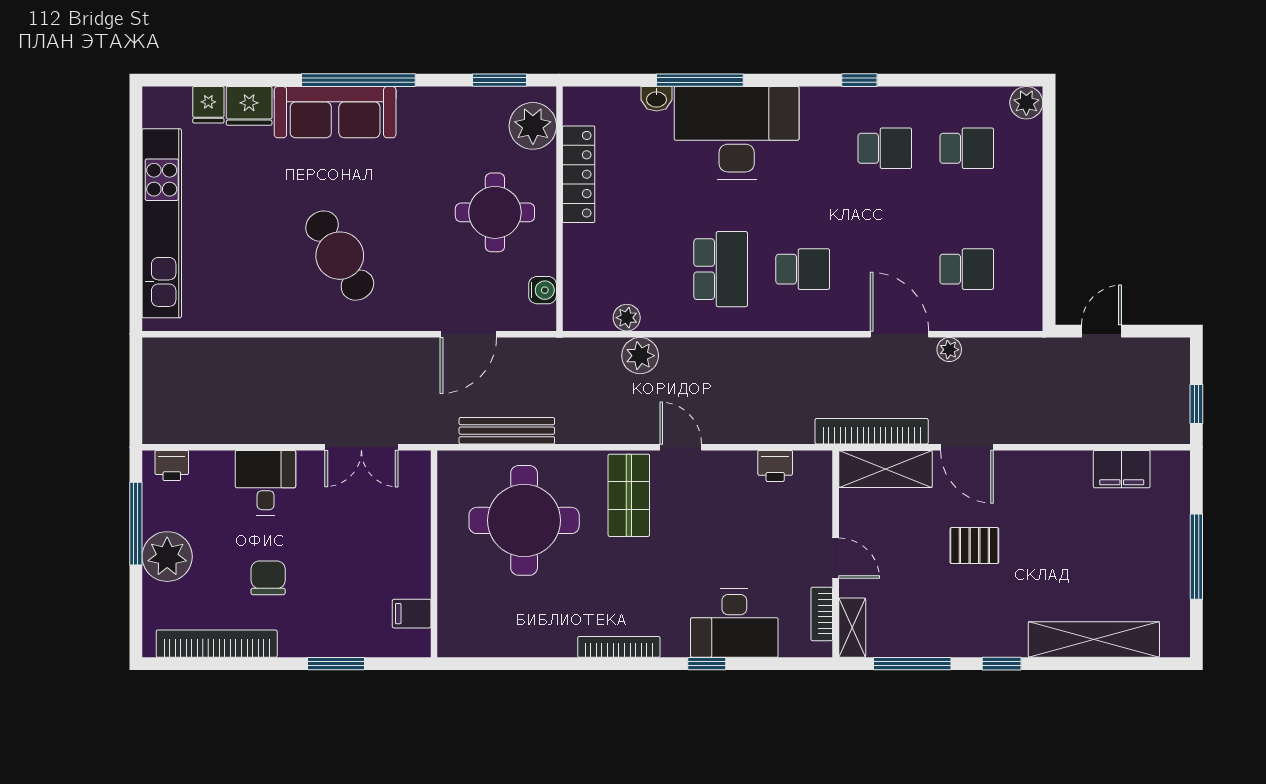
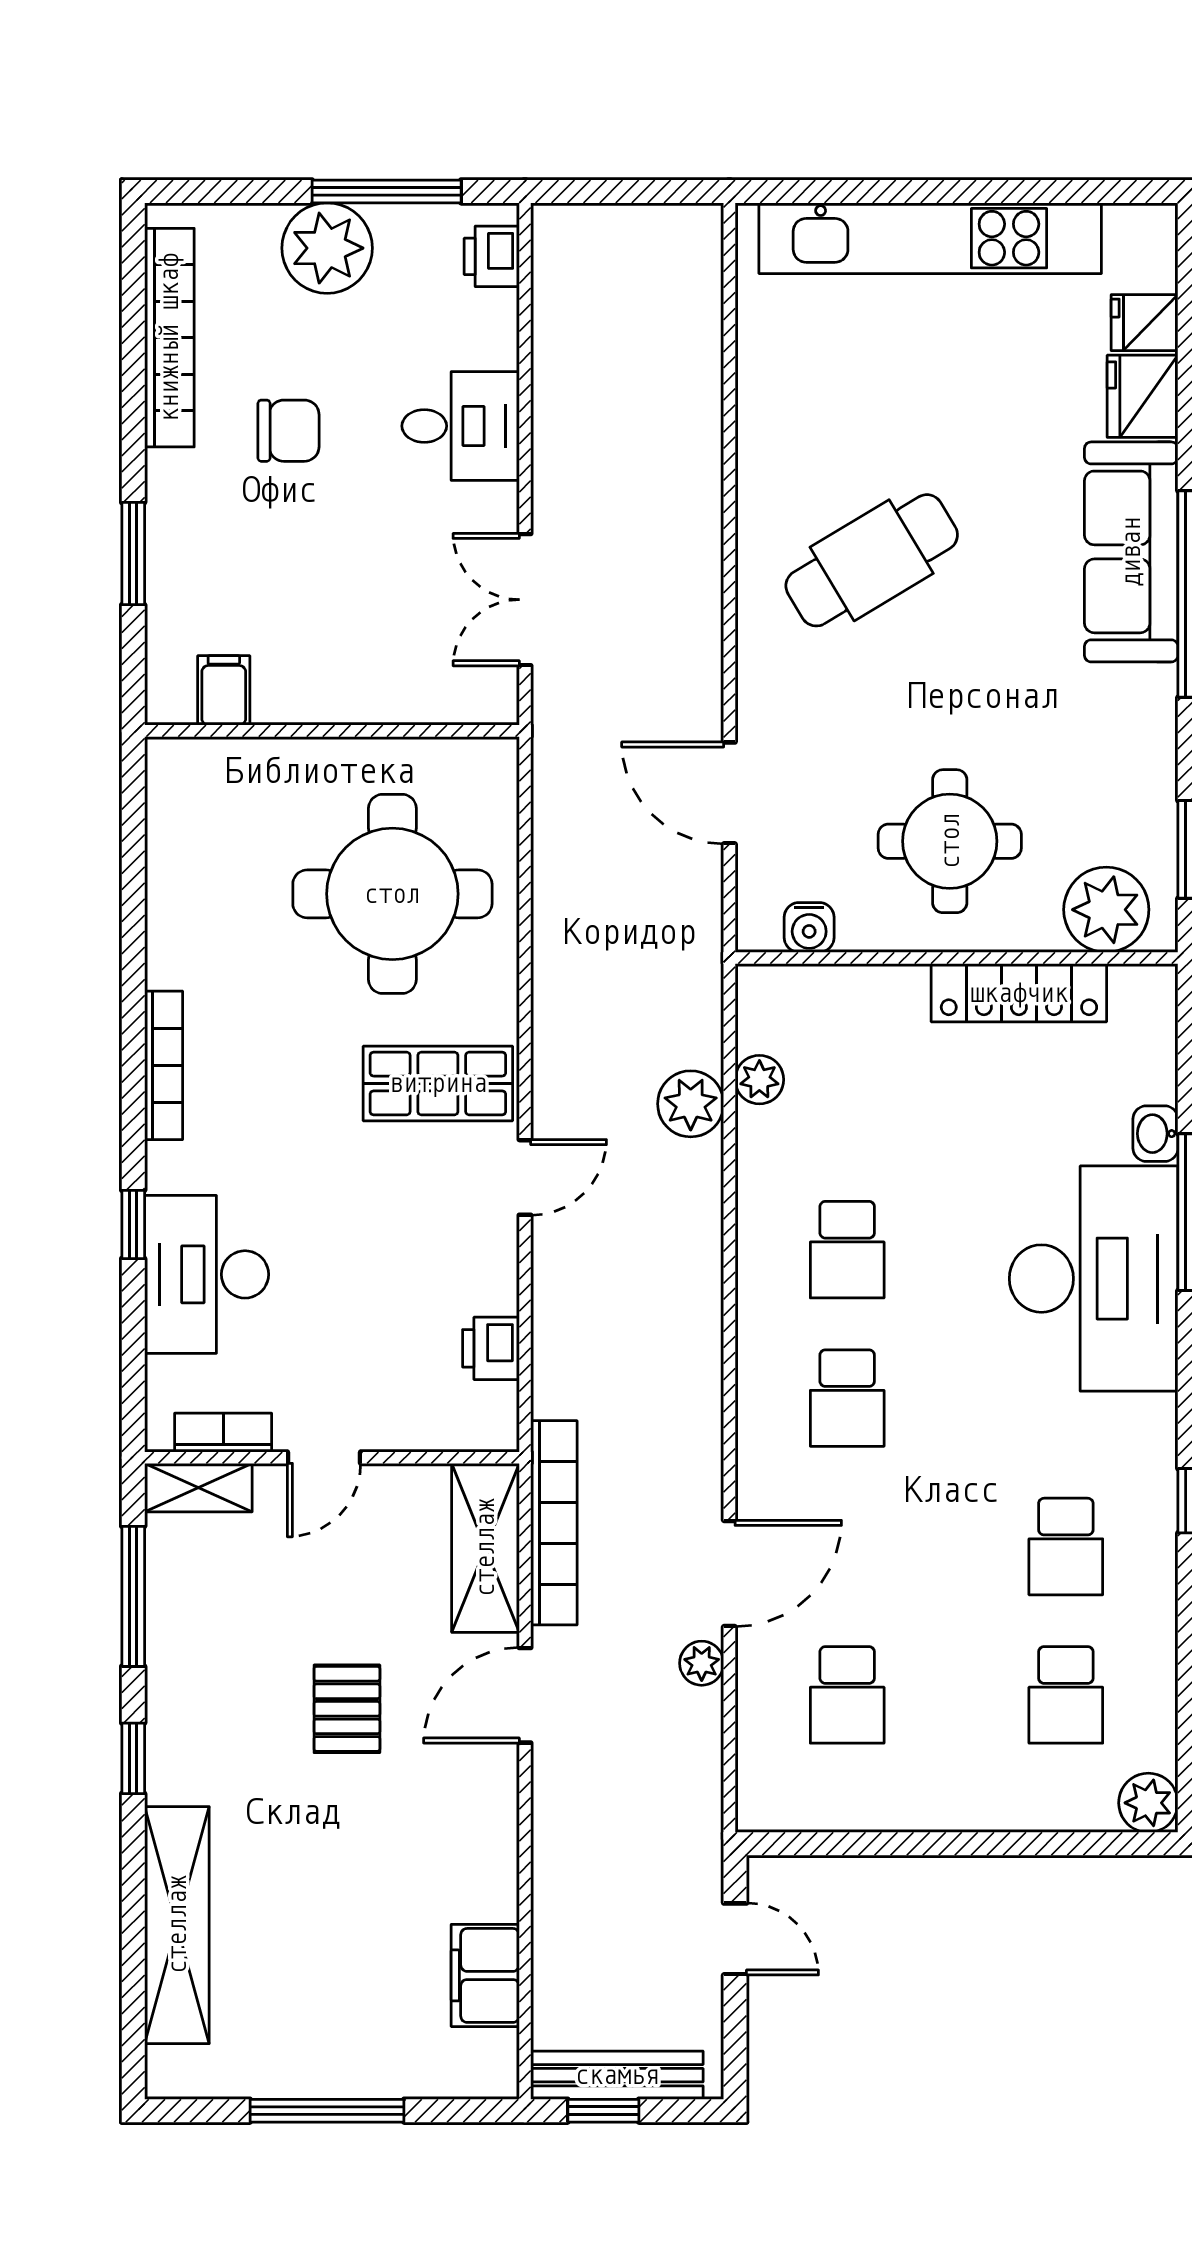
school desk: (721, 269) -> (847, 1250), width x0.54
bench: (507, 431) -> (617, 2075), moved, turned 90

